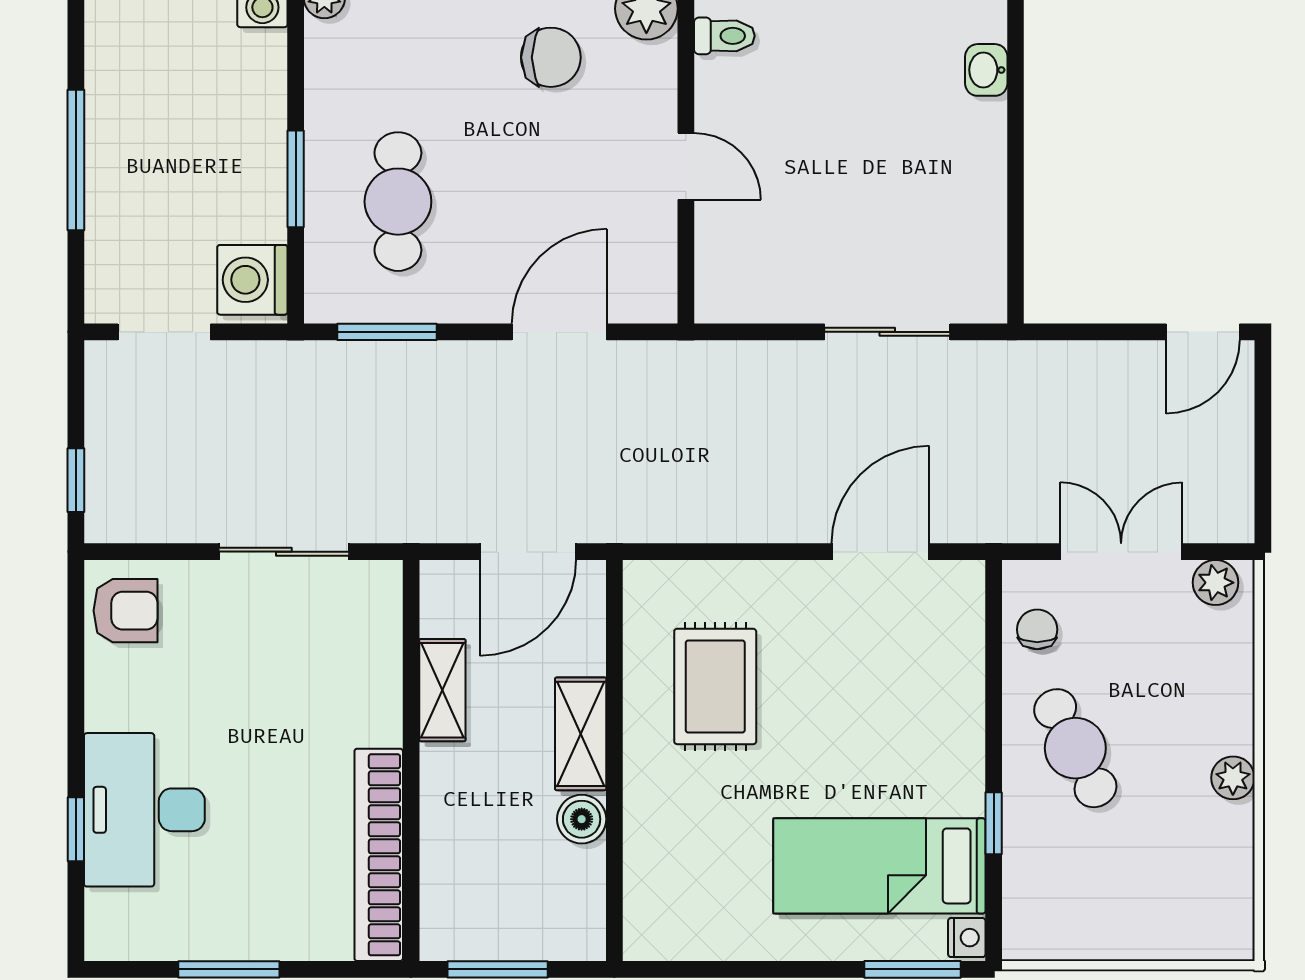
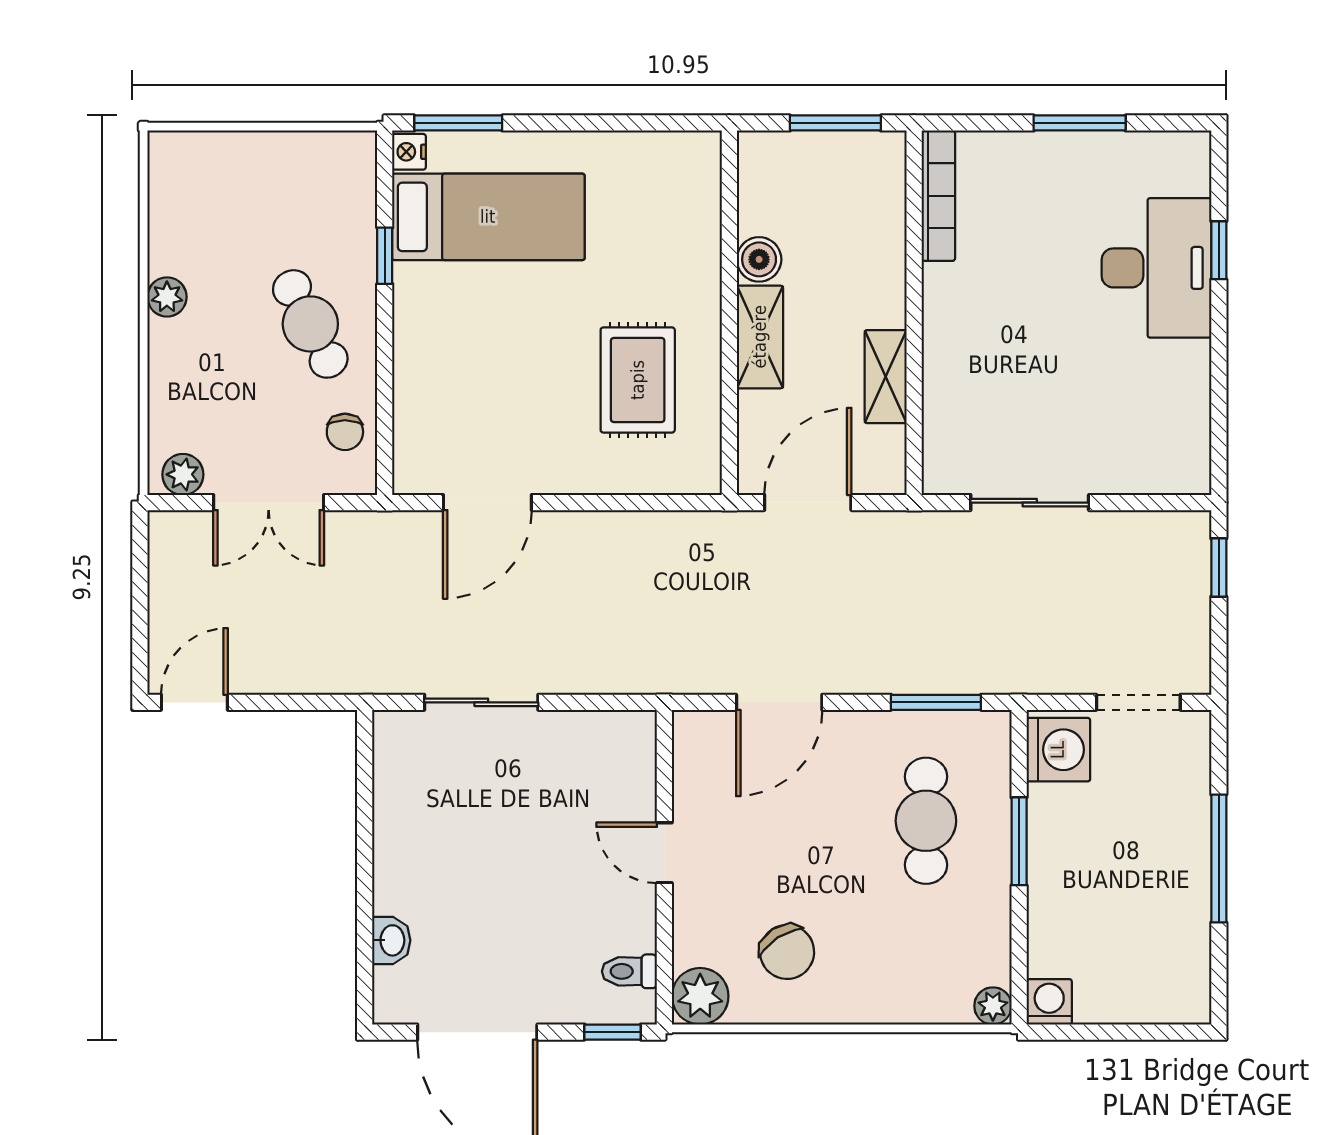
chair: (551, 57) -> (787, 952), turned -123
armchair: (125, 611) -> (1174, 449), removed
bookcase: (379, 855) -> (938, 196), width x0.68, depth x0.76

